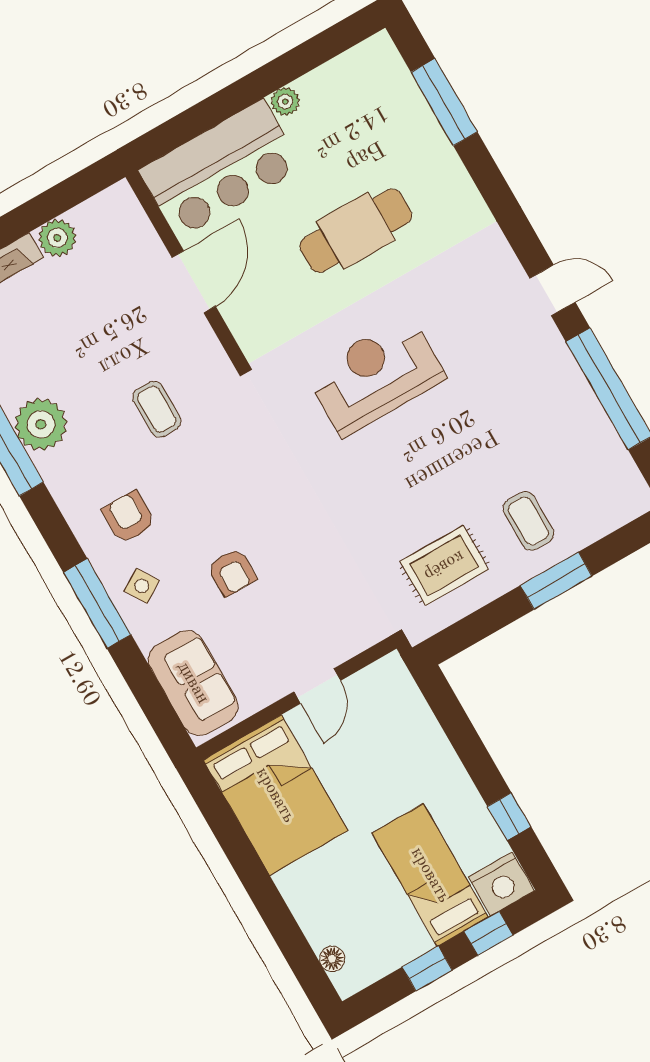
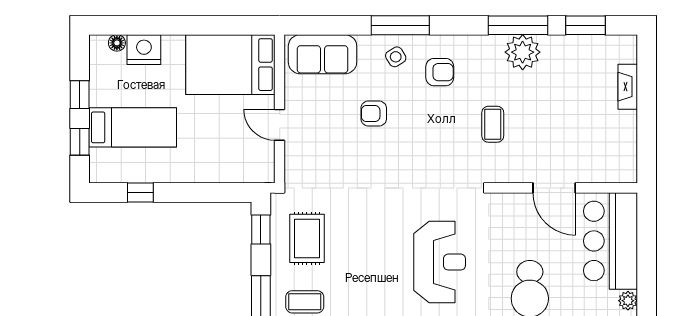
plant: (57, 238) -> (625, 124), removed
coffee table: (157, 409) -> (493, 124), turned 90
window: (467, 632) -> (261, 229), added
nightstand: (501, 884) -> (144, 50), moved, turned 90

